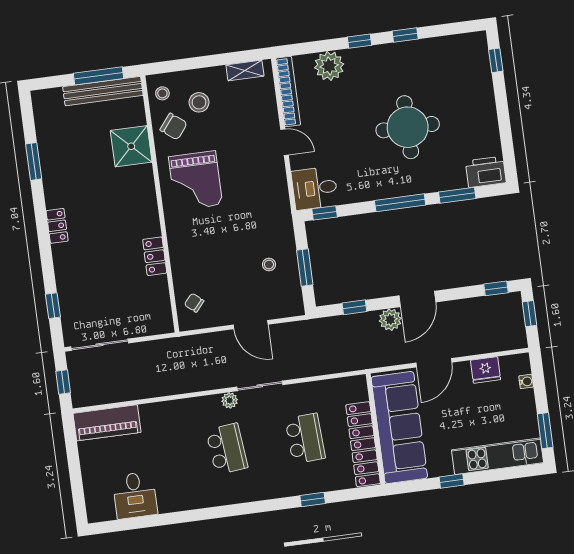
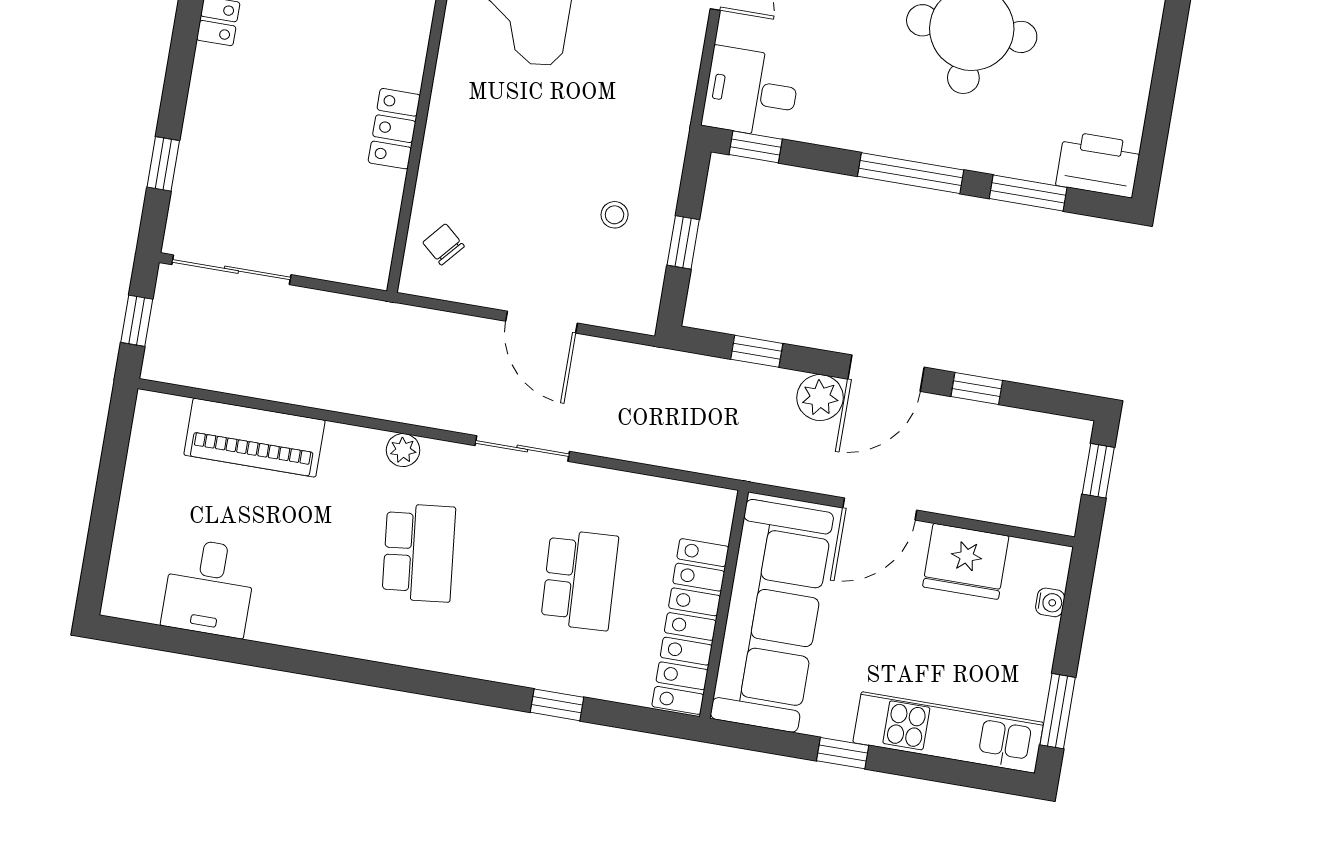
window: (305, 267) -> (683, 242), width x0.67
window: (496, 288) -> (977, 388), moved
fridge: (486, 370) -> (966, 561), width x1.36, depth x1.34
plant: (230, 400) -> (403, 450), moved
piano: (107, 423) -> (254, 438), moved

